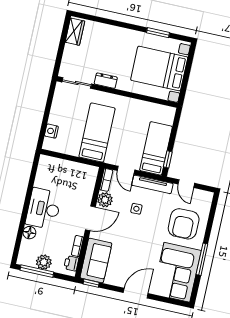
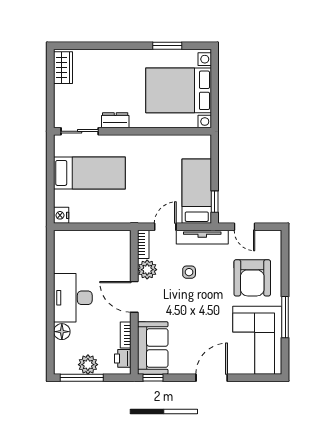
nightstand: (51, 131) -> (61, 215), moved
bed: (97, 133) -> (89, 173), moved, turned 90
door: (126, 170) -> (165, 227), swing flipped
door: (90, 218) -> (134, 297), swing flipped

